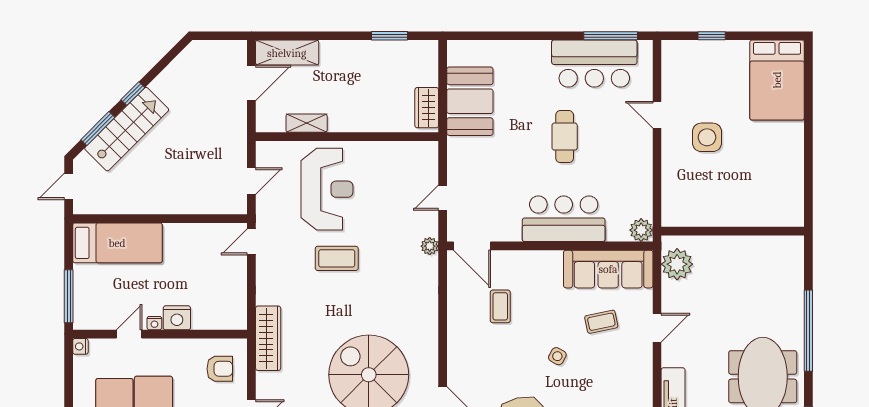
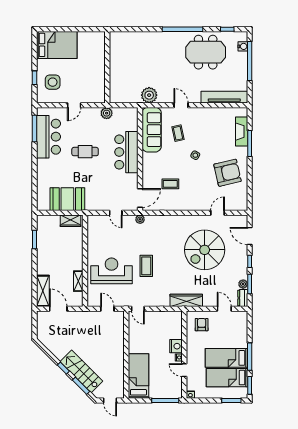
side table: (707, 137) -> (53, 82), moved
plant: (641, 230) -> (107, 113), moved
wall: (733, 231) -> (107, 67), moved

